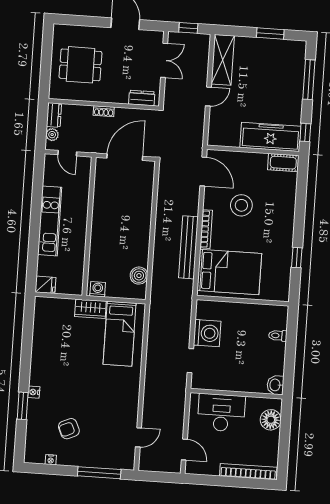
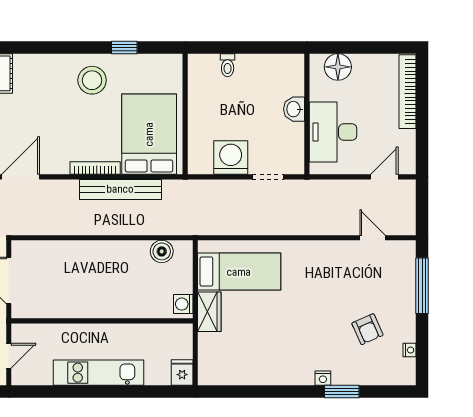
stool: (241, 205) -> (92, 80), moved
washbasin: (275, 385) -> (294, 109), moved, turned 90

